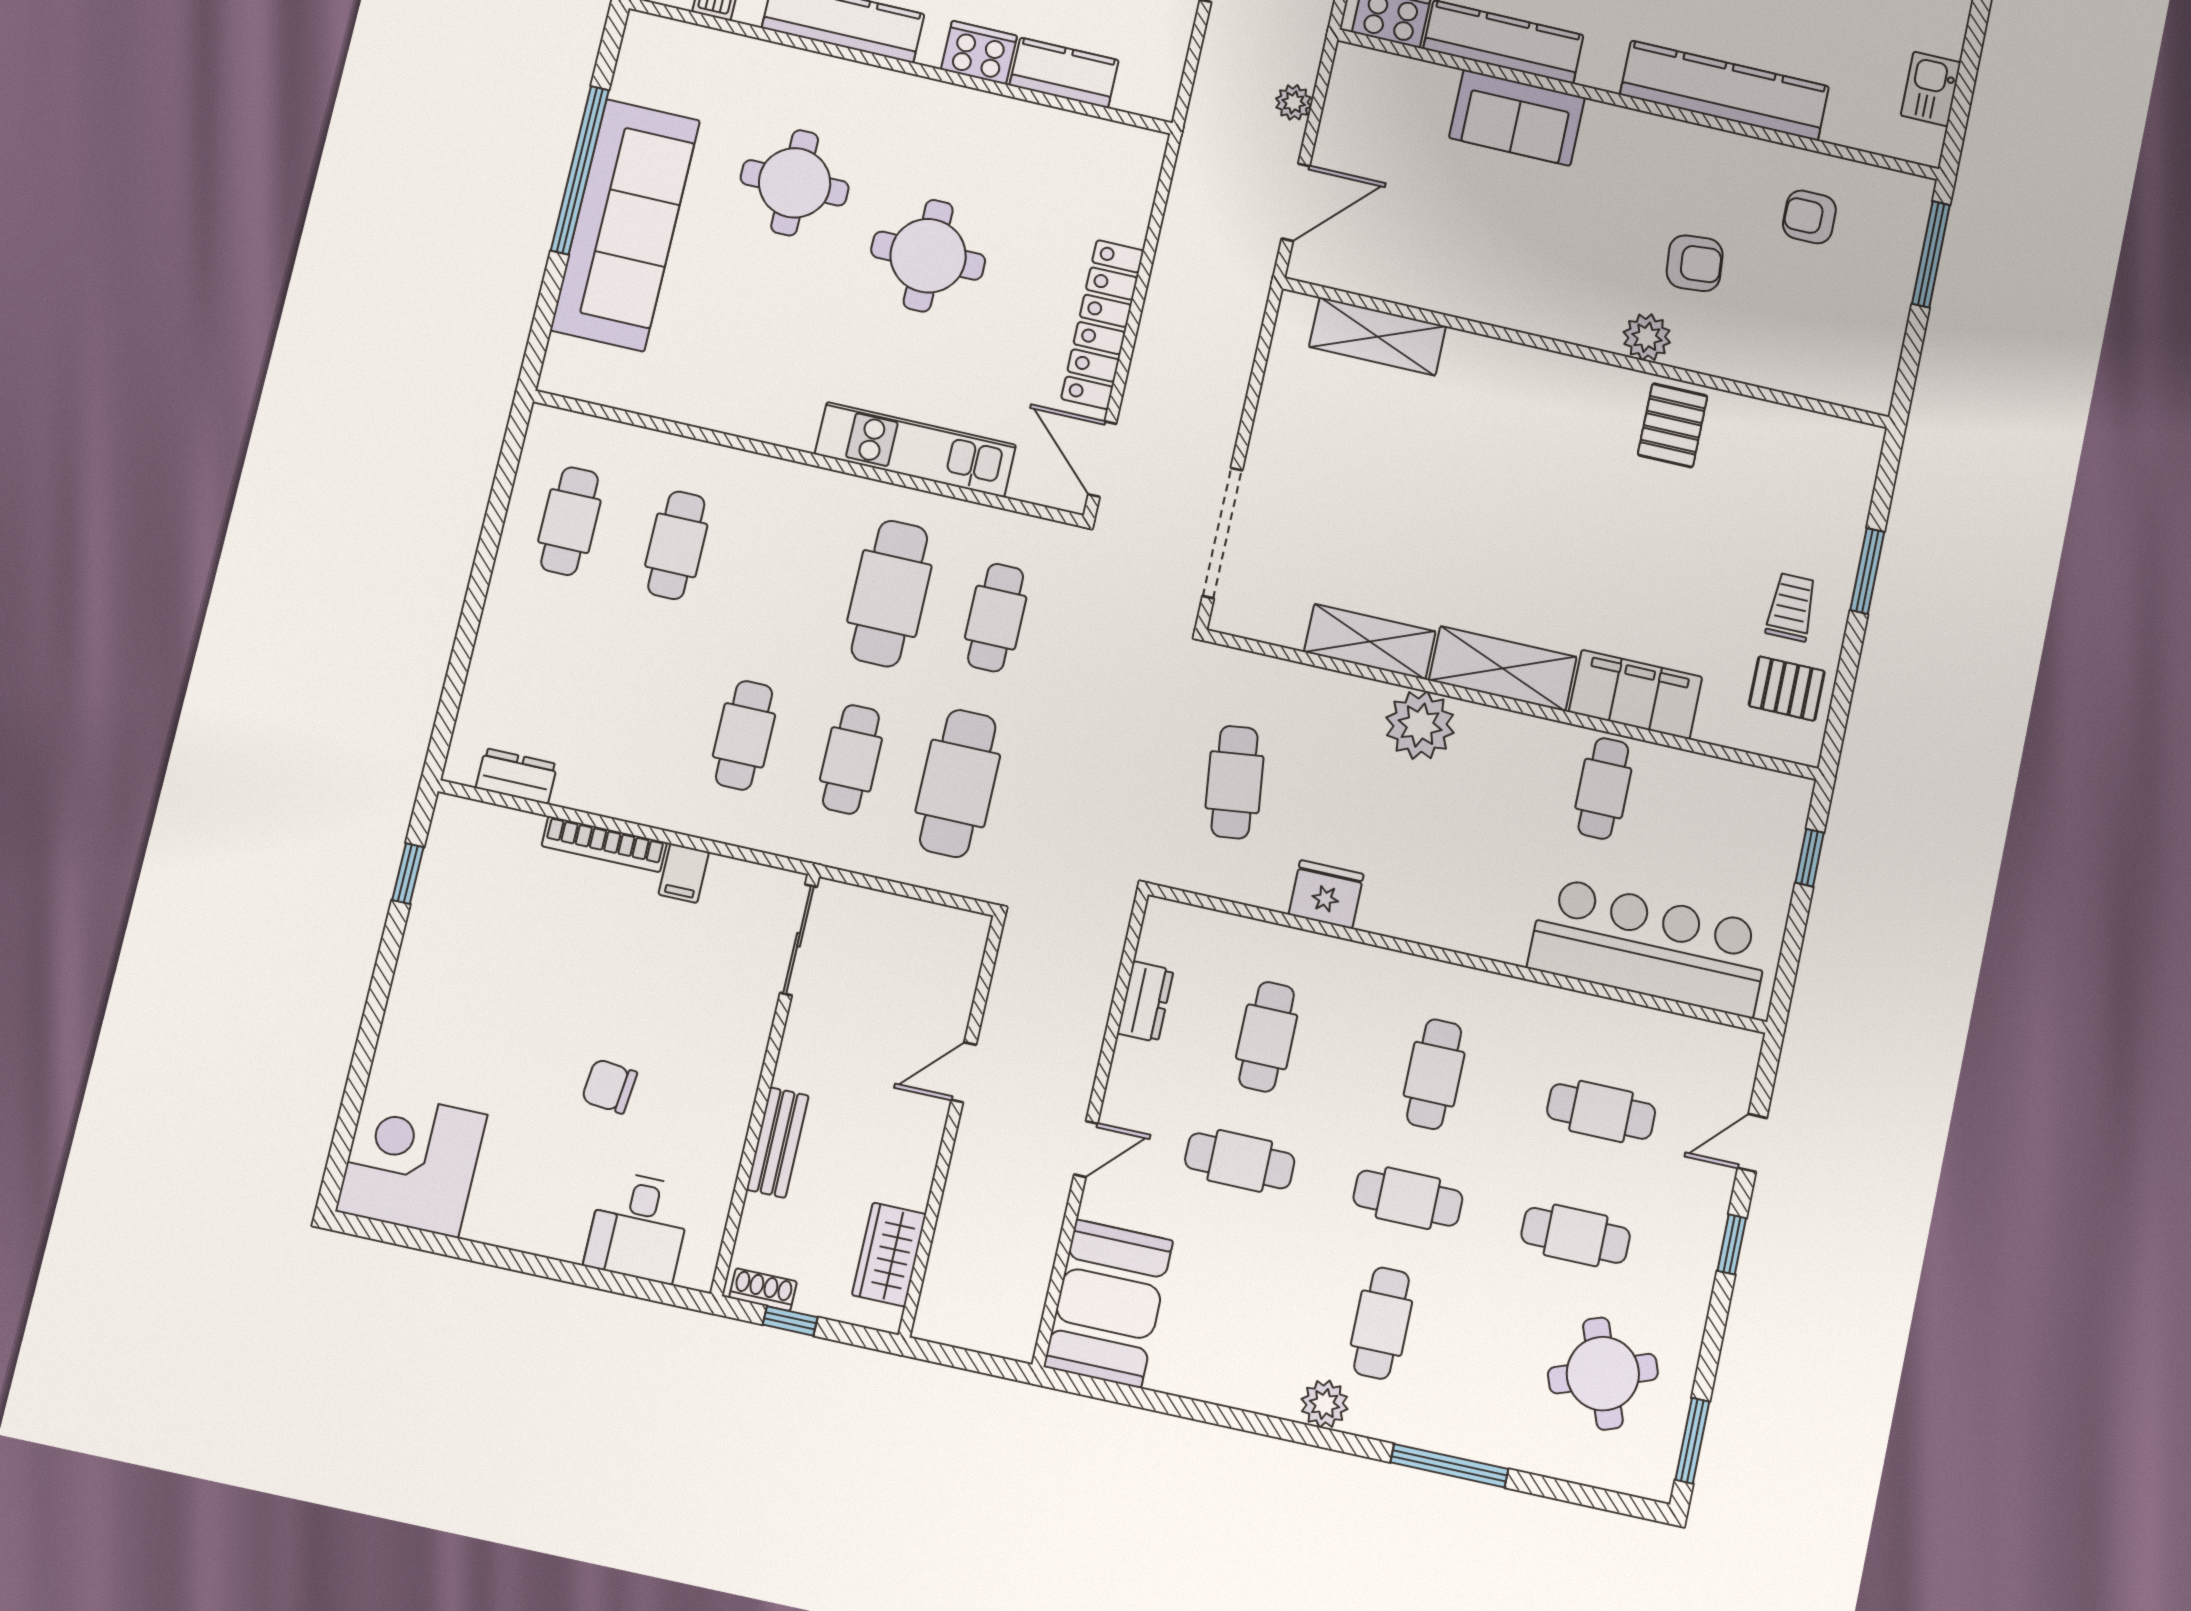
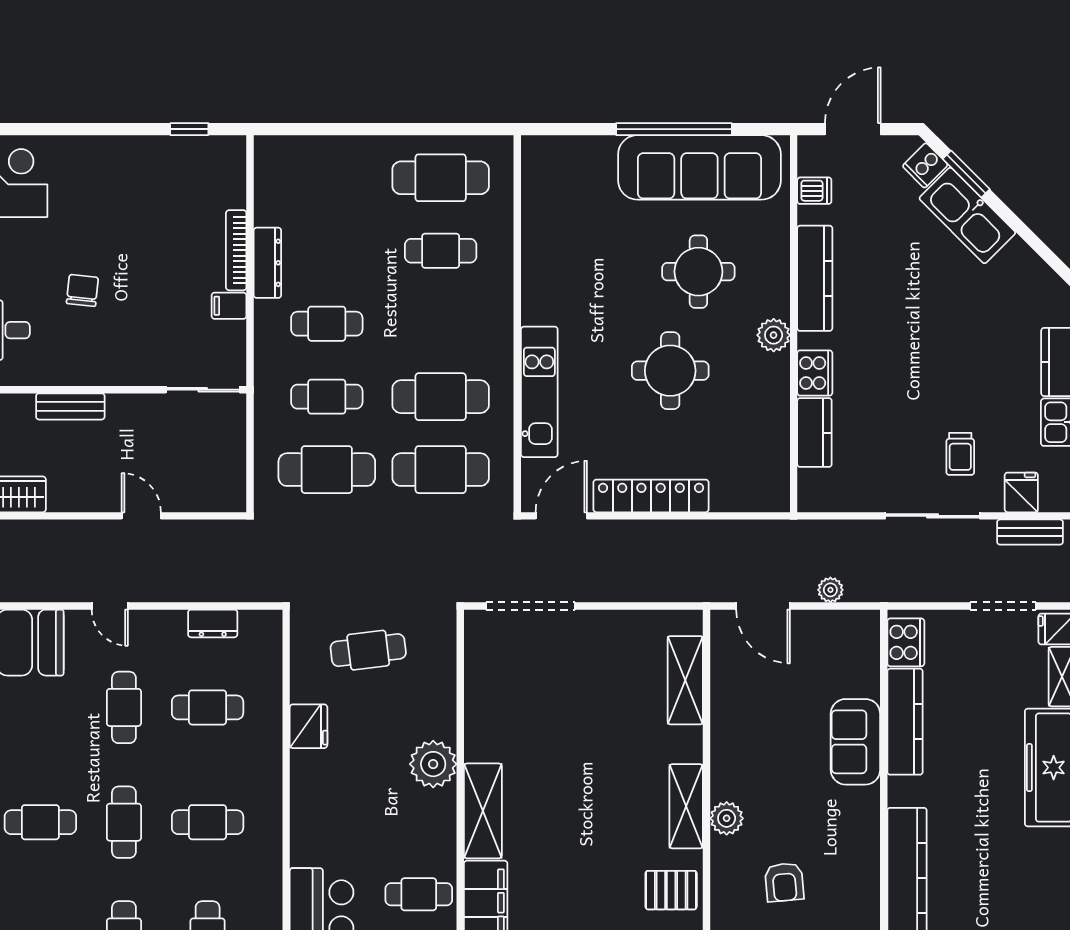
plant: (911, 98) -> (774, 335), added
sofa: (625, 225) -> (699, 167), moved
plant: (1647, 337) -> (727, 818), moved
cafe table: (569, 521) -> (441, 178), width x1.37, depth x1.35
cafe table: (996, 618) -> (441, 470), width x1.37, depth x1.35
shelving: (1370, 642) -> (686, 806), moved
dresser: (516, 776) -> (267, 263), moved, width x1.44

